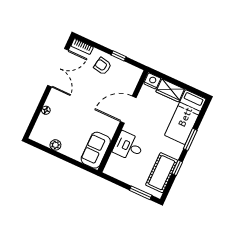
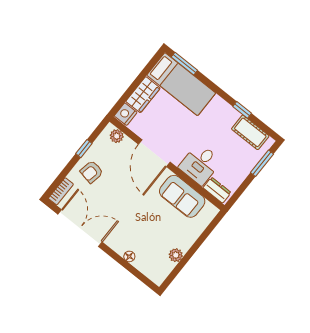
plant: (134, 78) -> (117, 136), added
window: (190, 139) -> (184, 64), moved
sofa: (96, 150) -> (182, 196), moved
dresser: (112, 164) -> (217, 190), added
cot: (162, 173) -> (250, 132), width x0.73, depth x0.75

